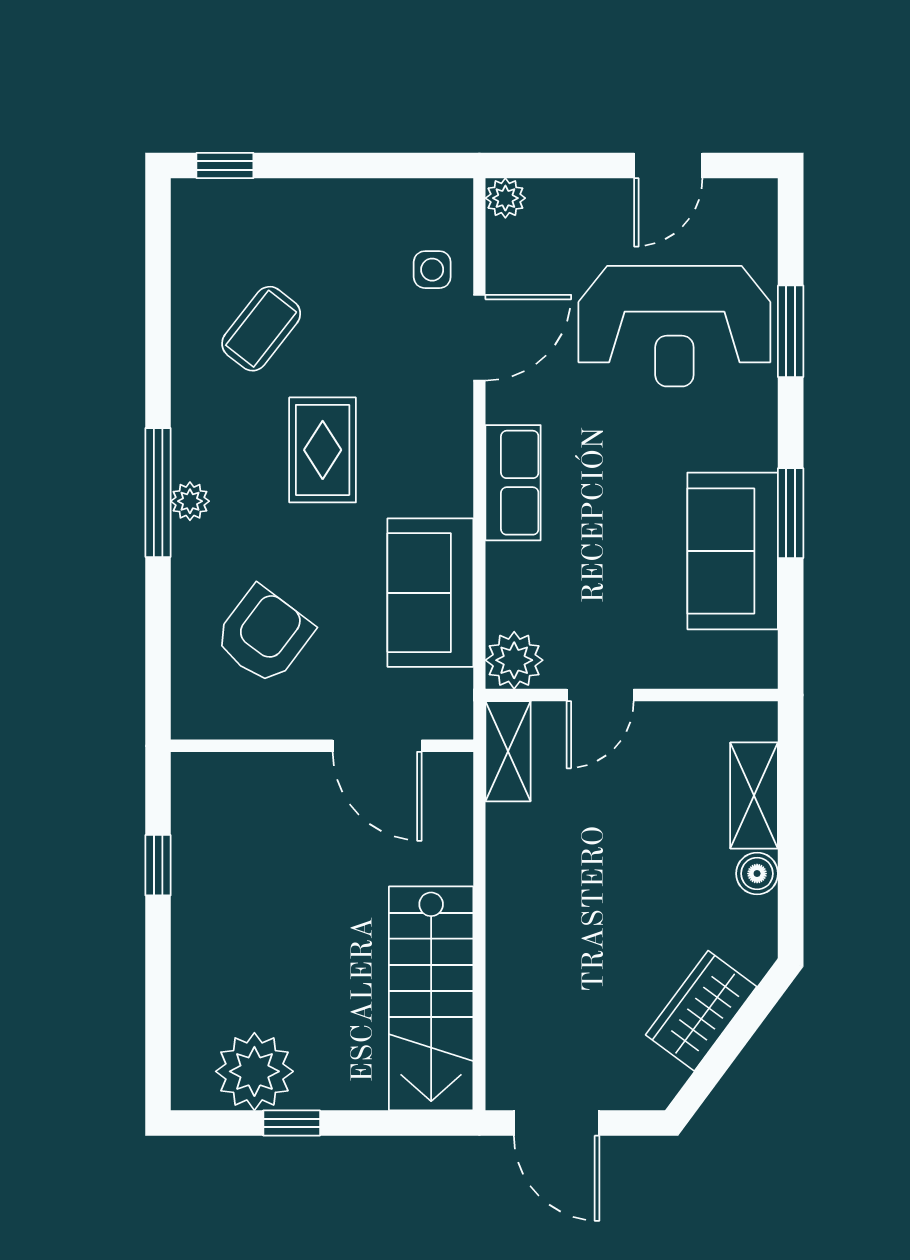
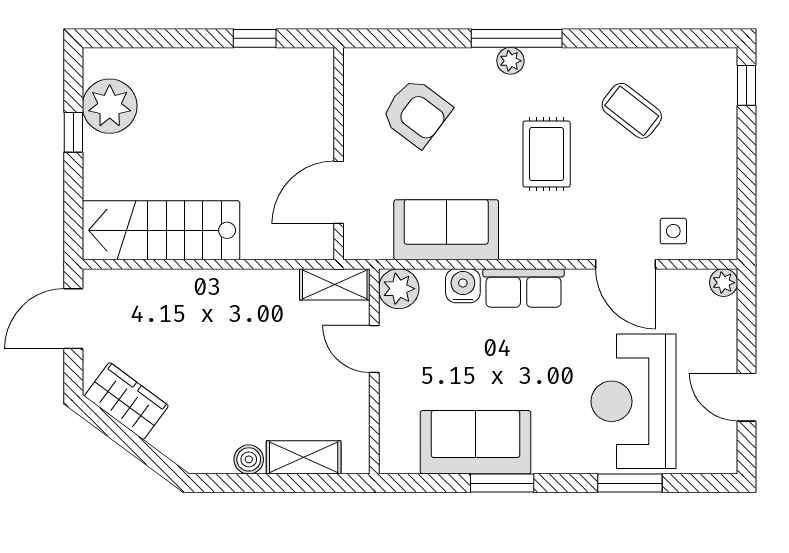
rug: (323, 450) -> (547, 154), turned 90
water cooler: (510, 569) -> (463, 286), added
wardrobe: (701, 1011) -> (126, 401), moved

